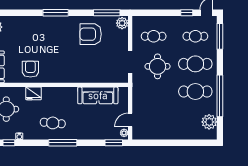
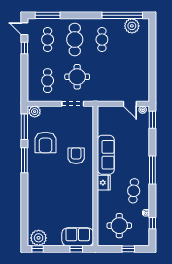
window: (56, 13) -> (24, 160), moved
armchair: (30, 69) -> (76, 156), moved, turned 90
cafe table: (195, 92) -> (102, 40), width x0.73, depth x0.74
fridge: (34, 93) -> (104, 183), moved
sofa: (98, 95) -> (106, 155), moved
window: (220, 96) -> (122, 15), moved
cafe table: (53, 123) -> (134, 191), moved

